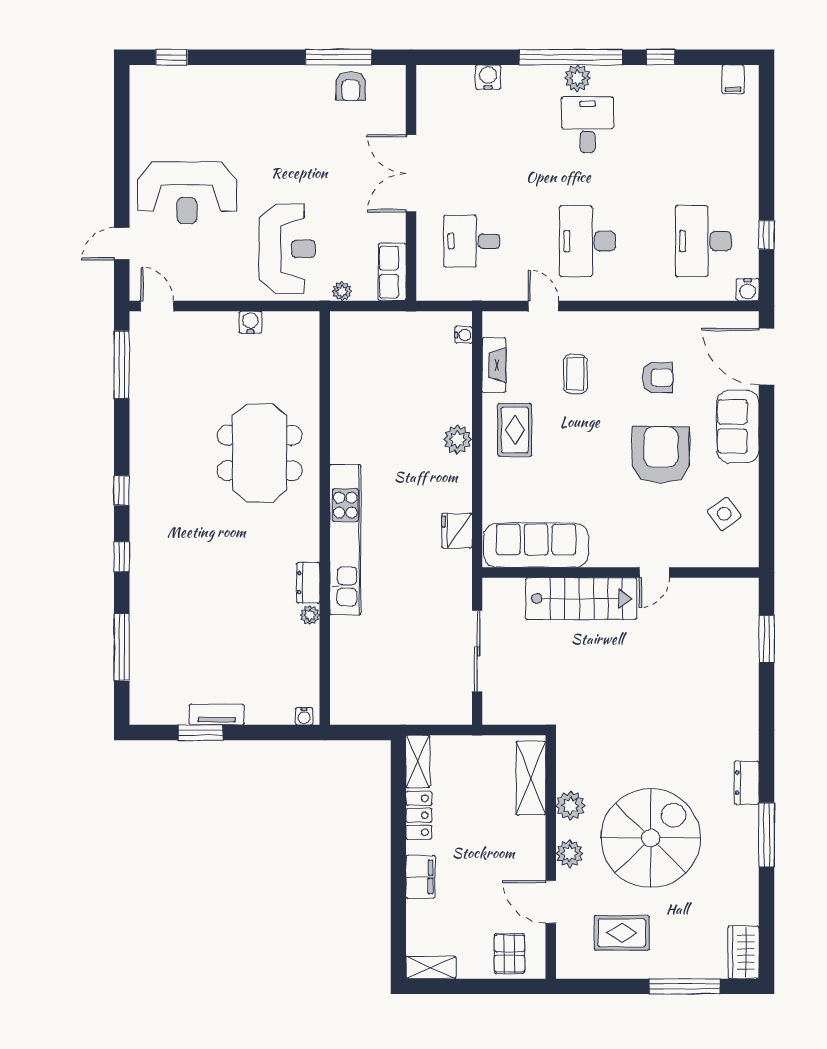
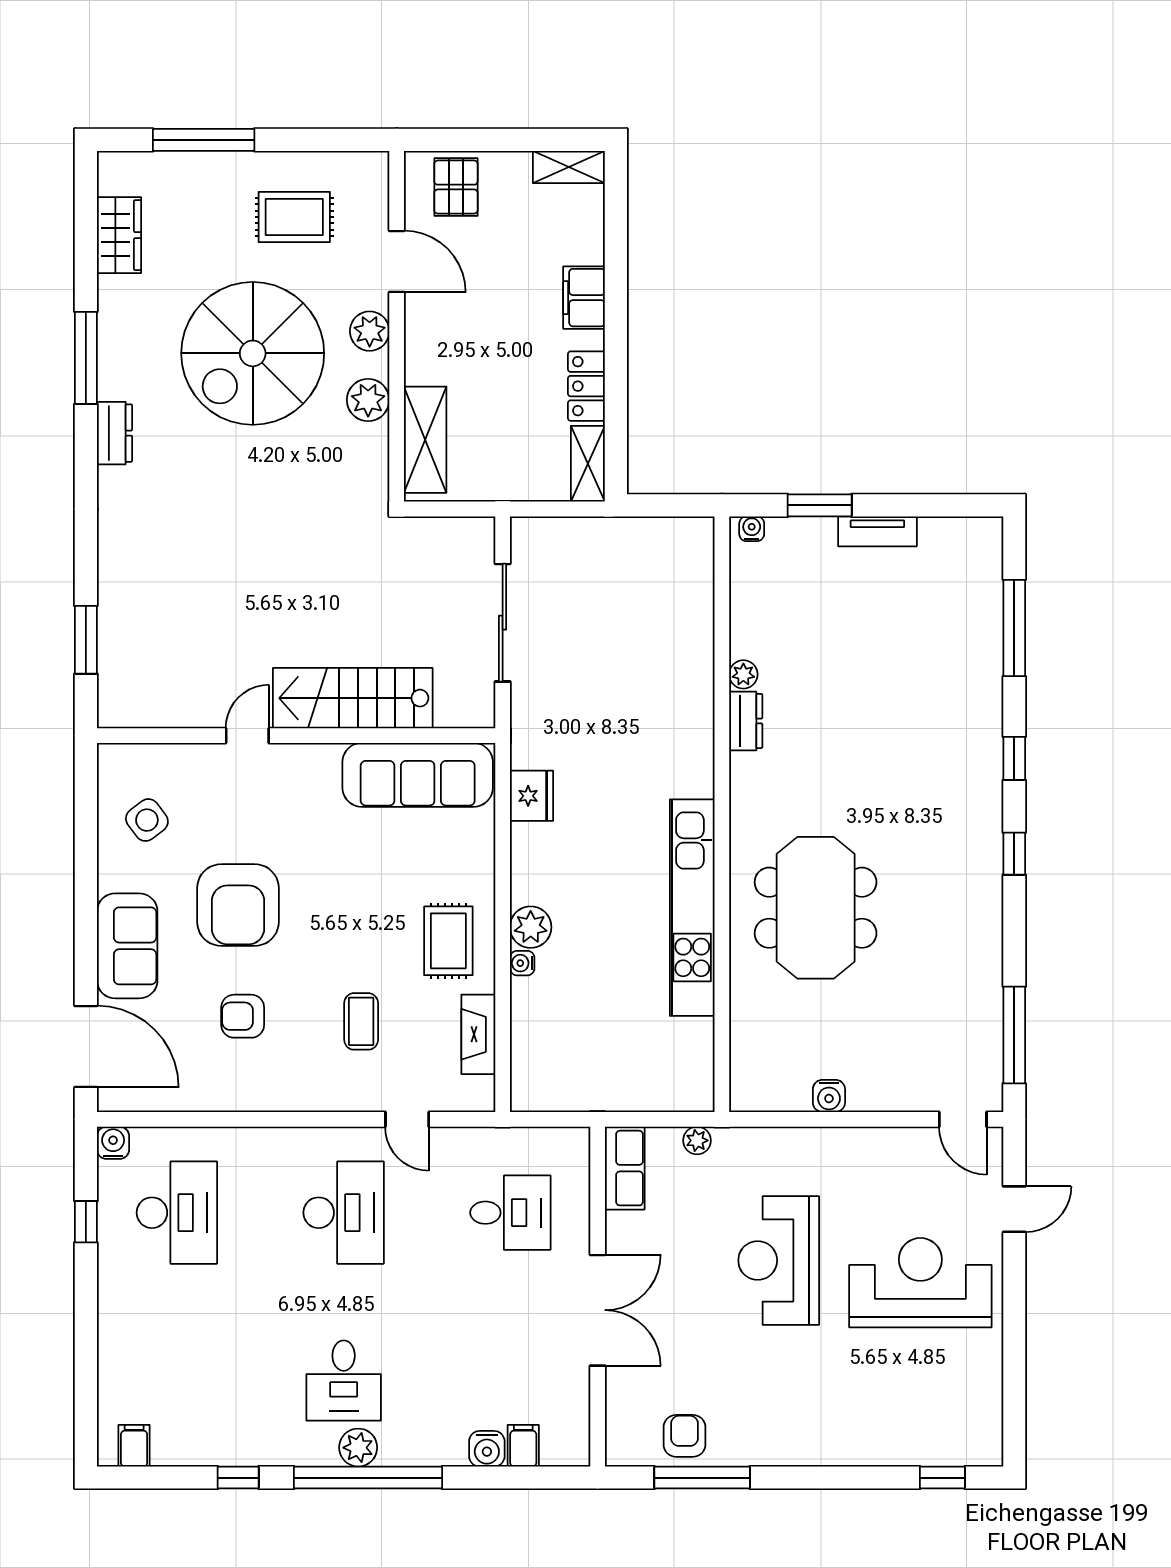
filing cabinet: (463, 79) -> (523, 1446), added
reception desk: (287, 249) -> (779, 1260), moved
water cooler: (463, 335) -> (522, 963), moved
kitchen unit: (345, 540) -> (692, 908), moved
window: (201, 732) -> (820, 505), moved
wardrobe: (744, 952) -> (119, 235), moved

